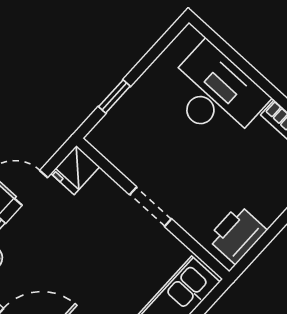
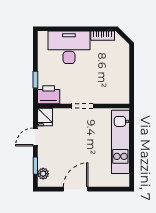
printer: (237, 234) -> (49, 95), moved, turned 90

